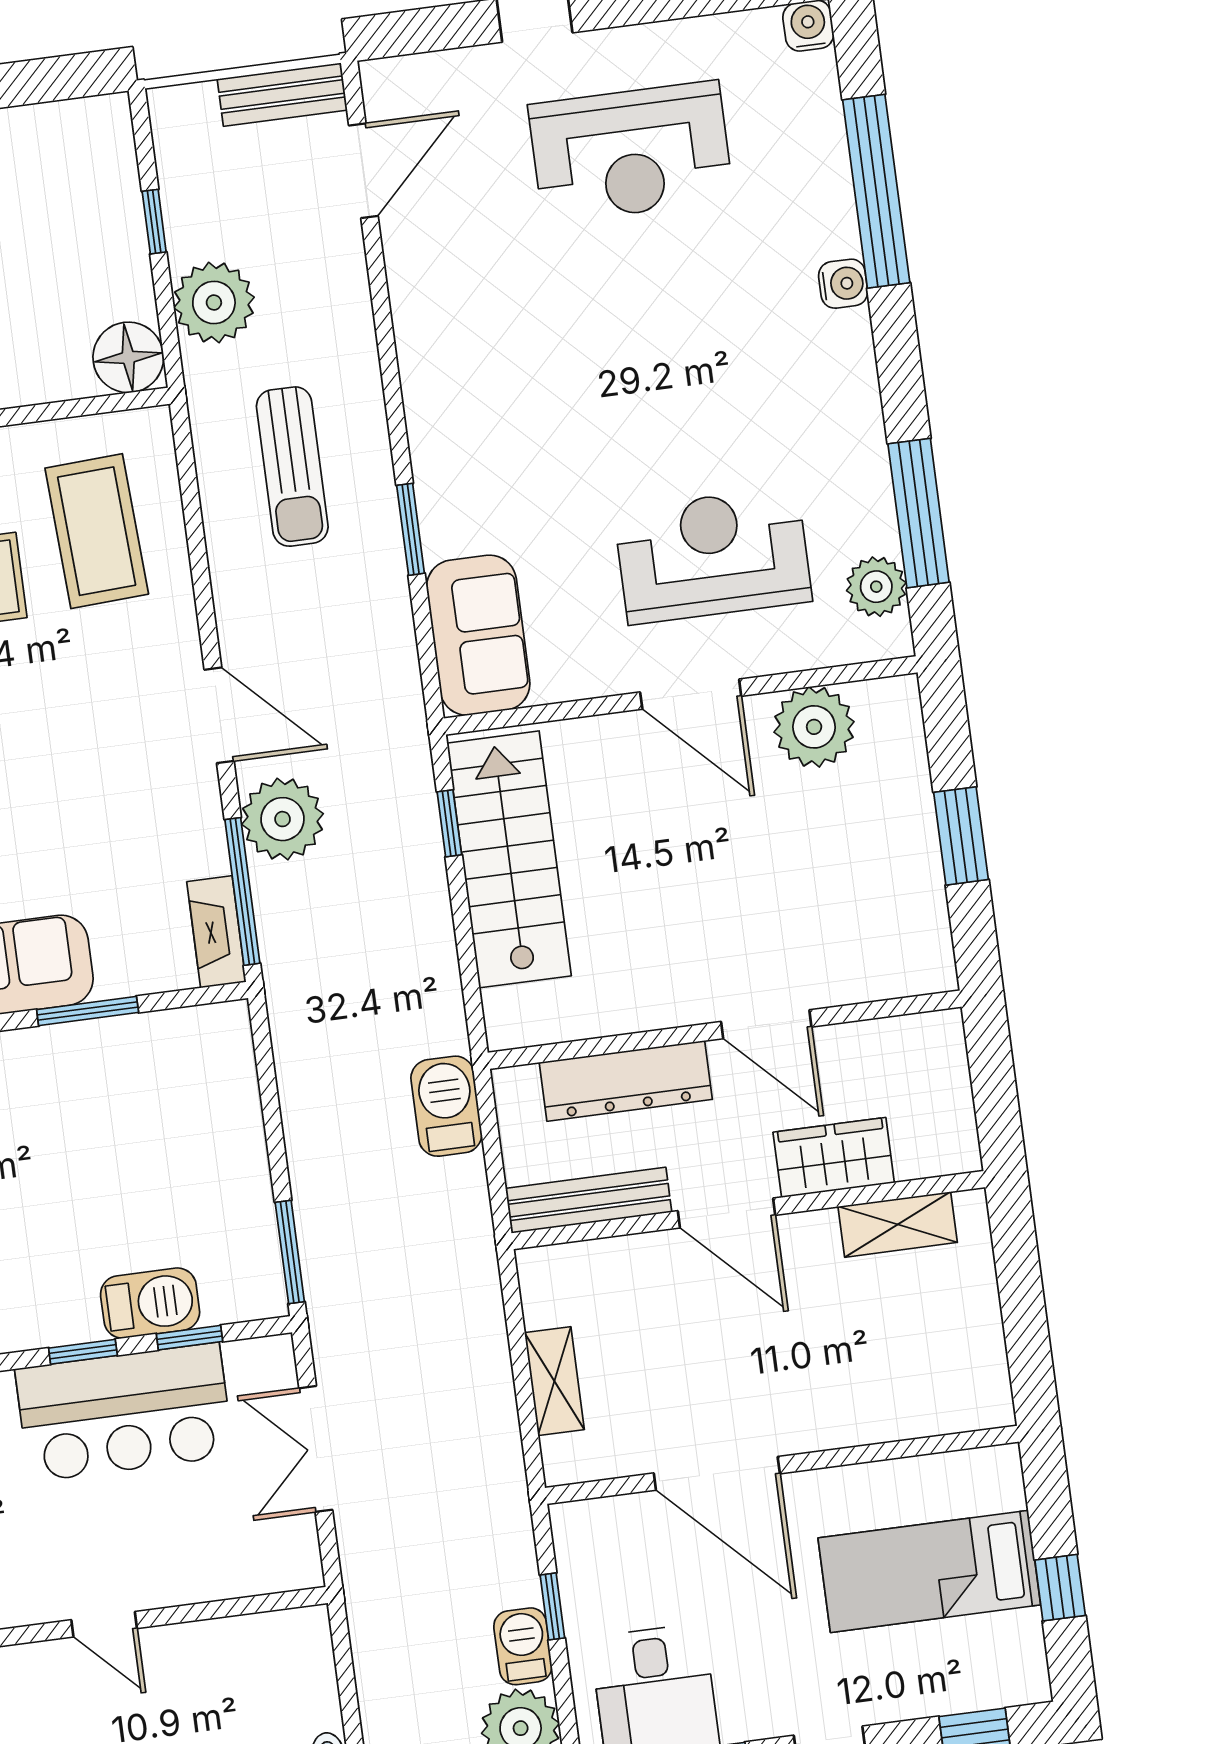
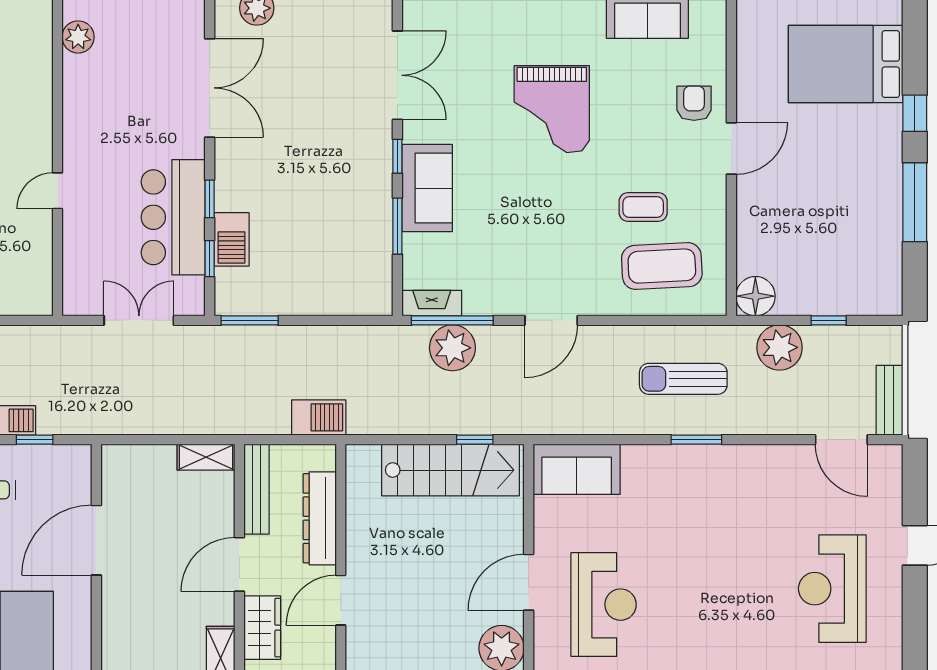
window: (411, 529) -> (696, 440), moved
plant: (283, 819) -> (452, 348), moved
shelving: (554, 1381) -> (206, 457), moved

